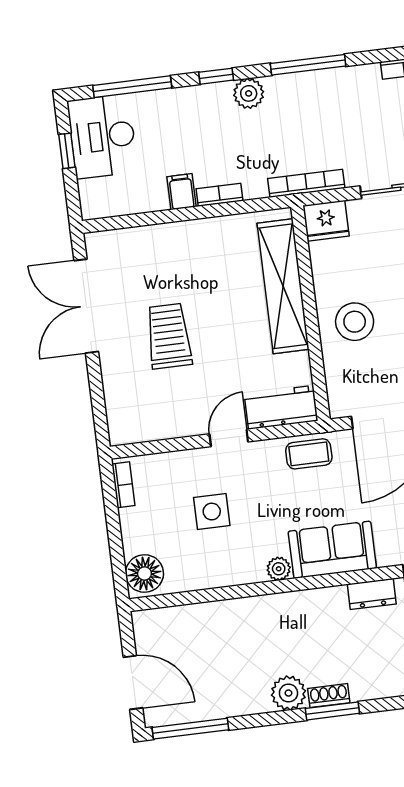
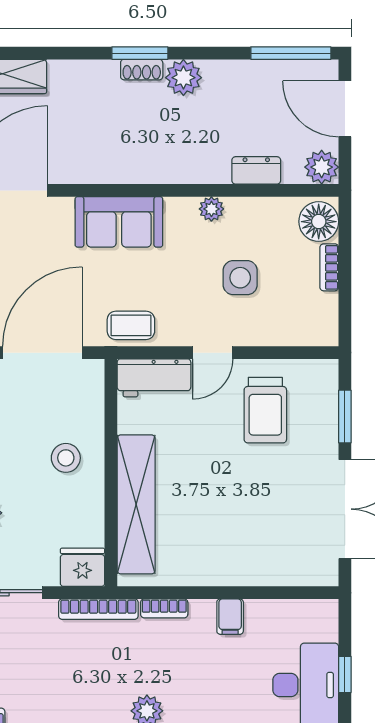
bookcase: (219, 195) -> (164, 608), moved
stool: (355, 322) -> (66, 458), width x0.73, depth x0.73
trolley: (169, 336) -> (265, 410), moved
window: (97, 393) -> (345, 417), added
bookcase: (123, 485) -> (329, 267), moved
plant: (279, 569) -> (211, 209), moved
dresser: (372, 594) -> (256, 170), moved
plant: (148, 625) -> (322, 167), added

